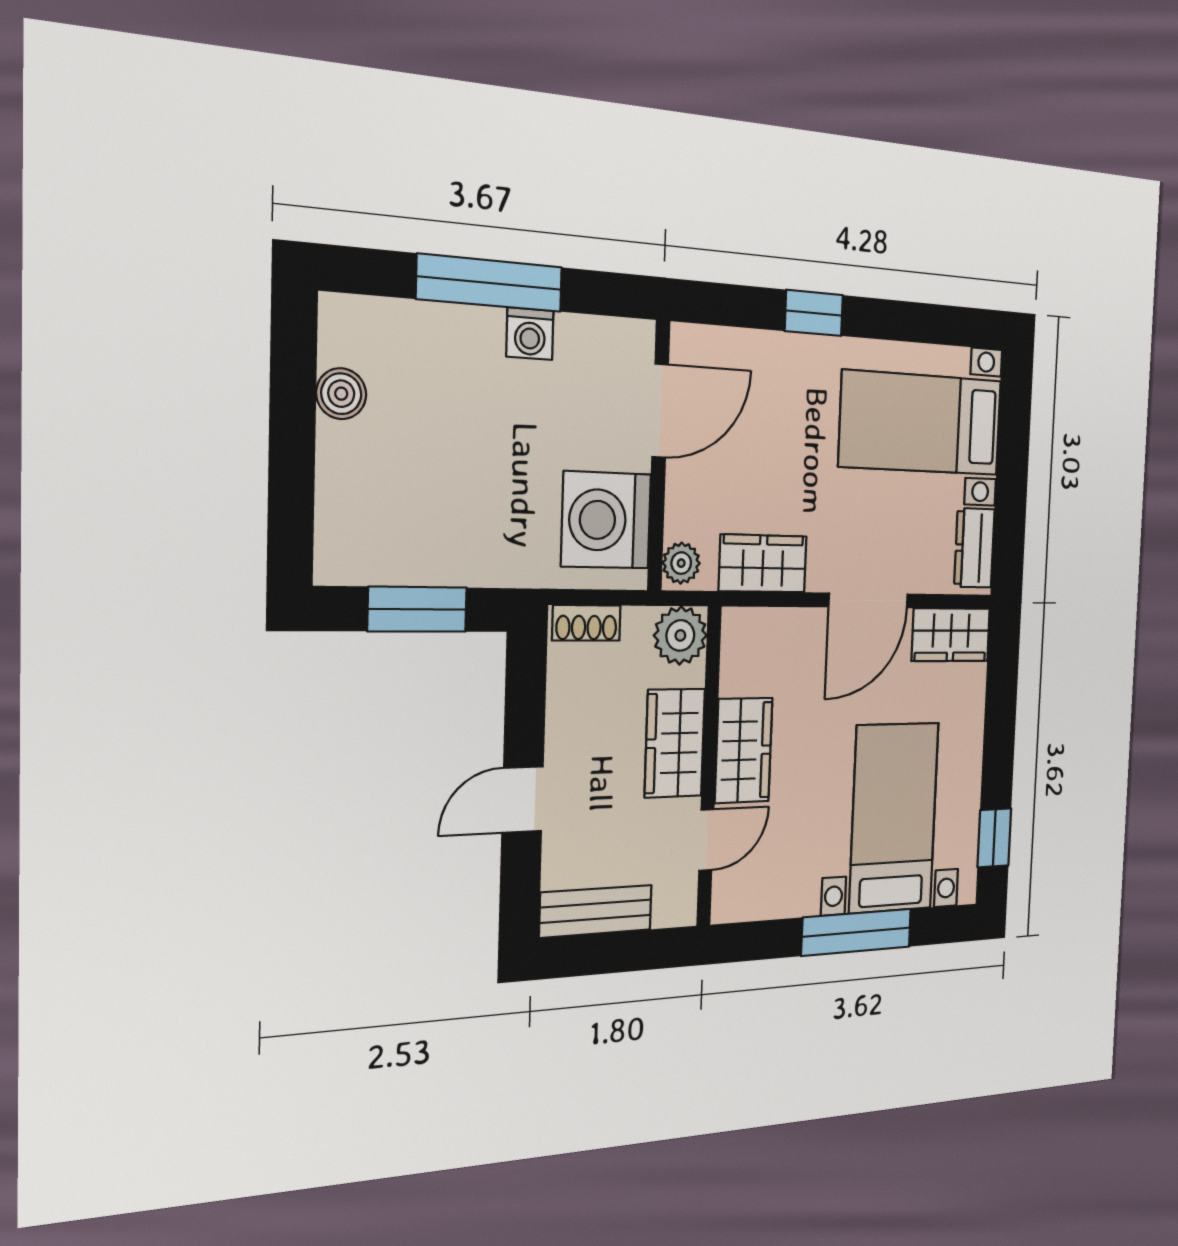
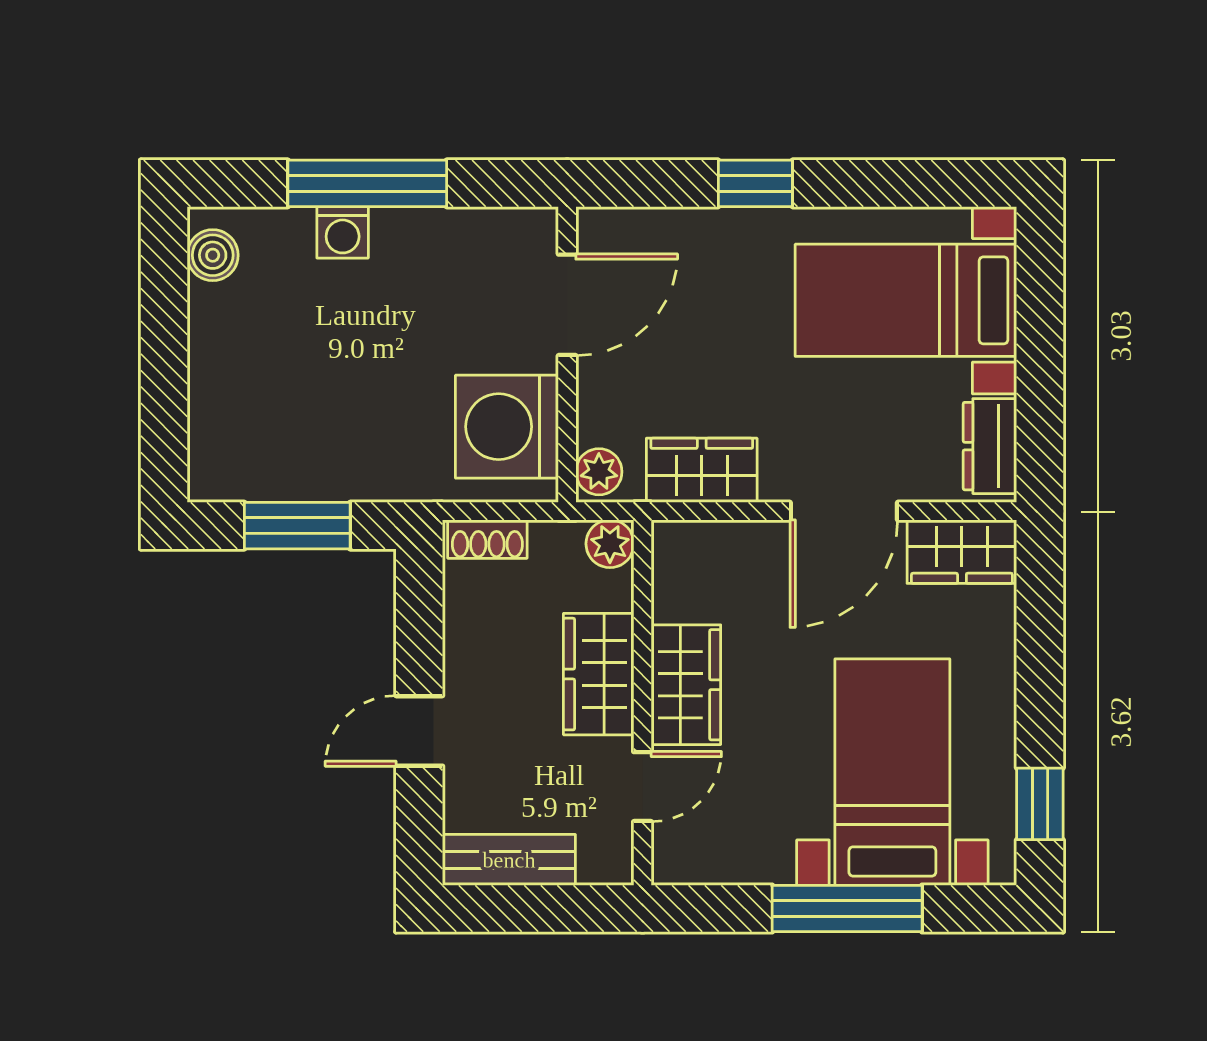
washing machine: (530, 334) -> (343, 232), moved
boiler: (341, 394) -> (213, 255), moved
plant: (680, 635) -> (610, 544), width x0.73, depth x0.73

